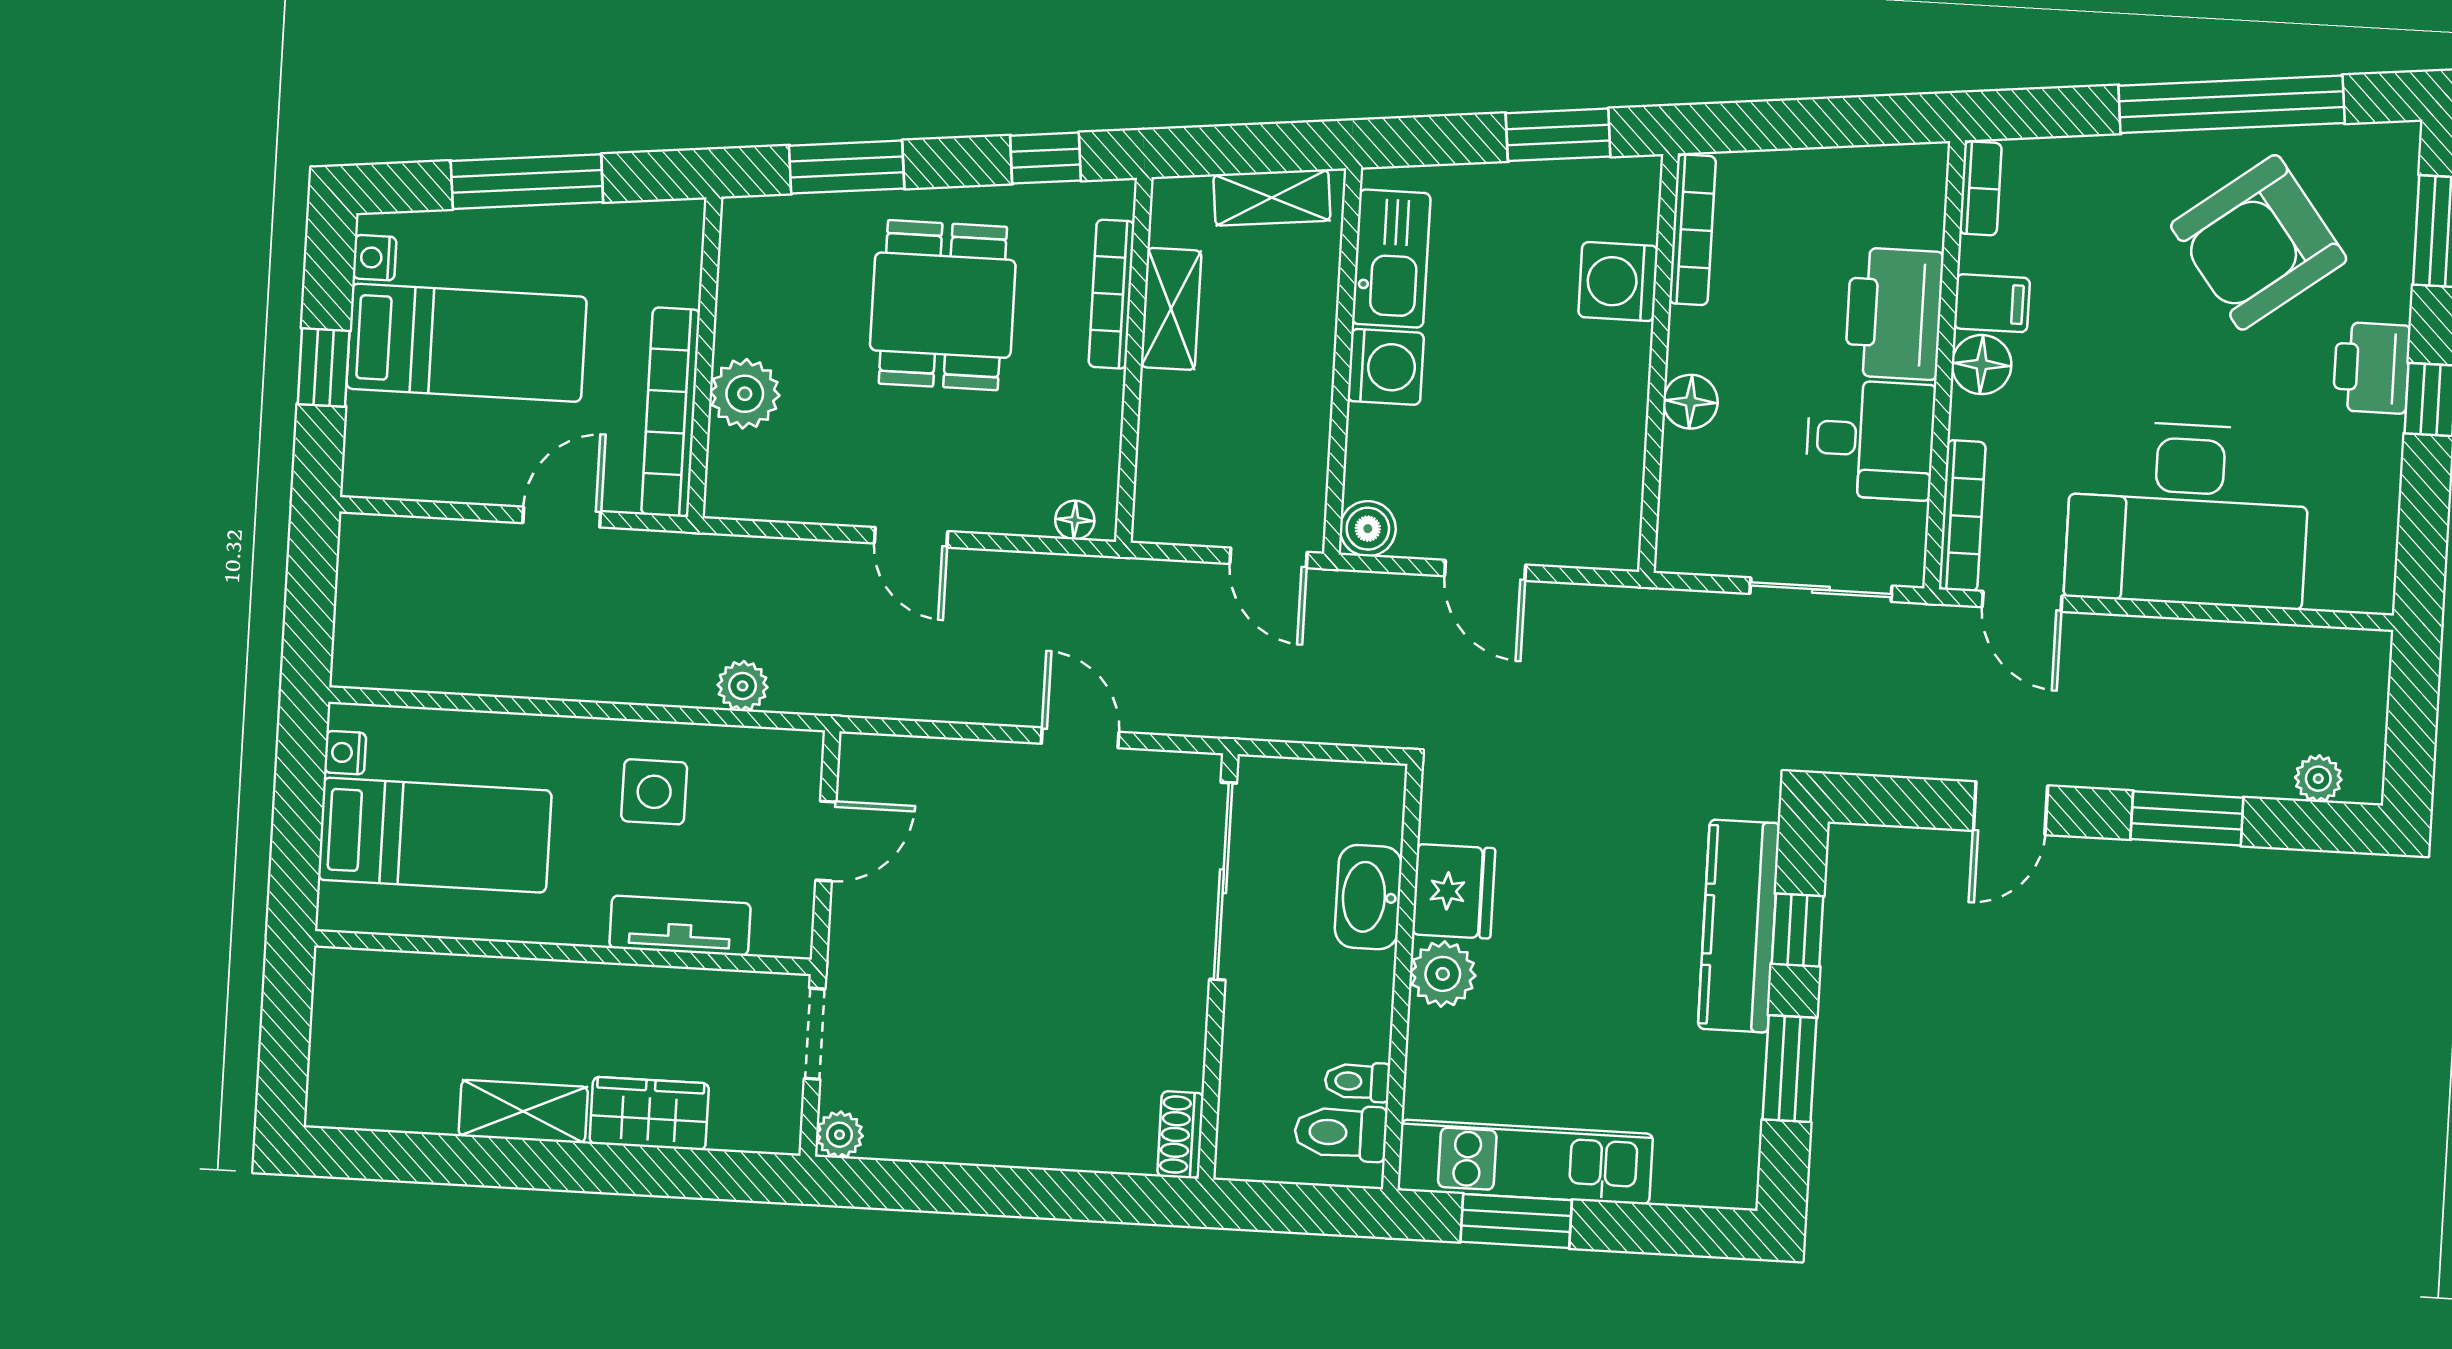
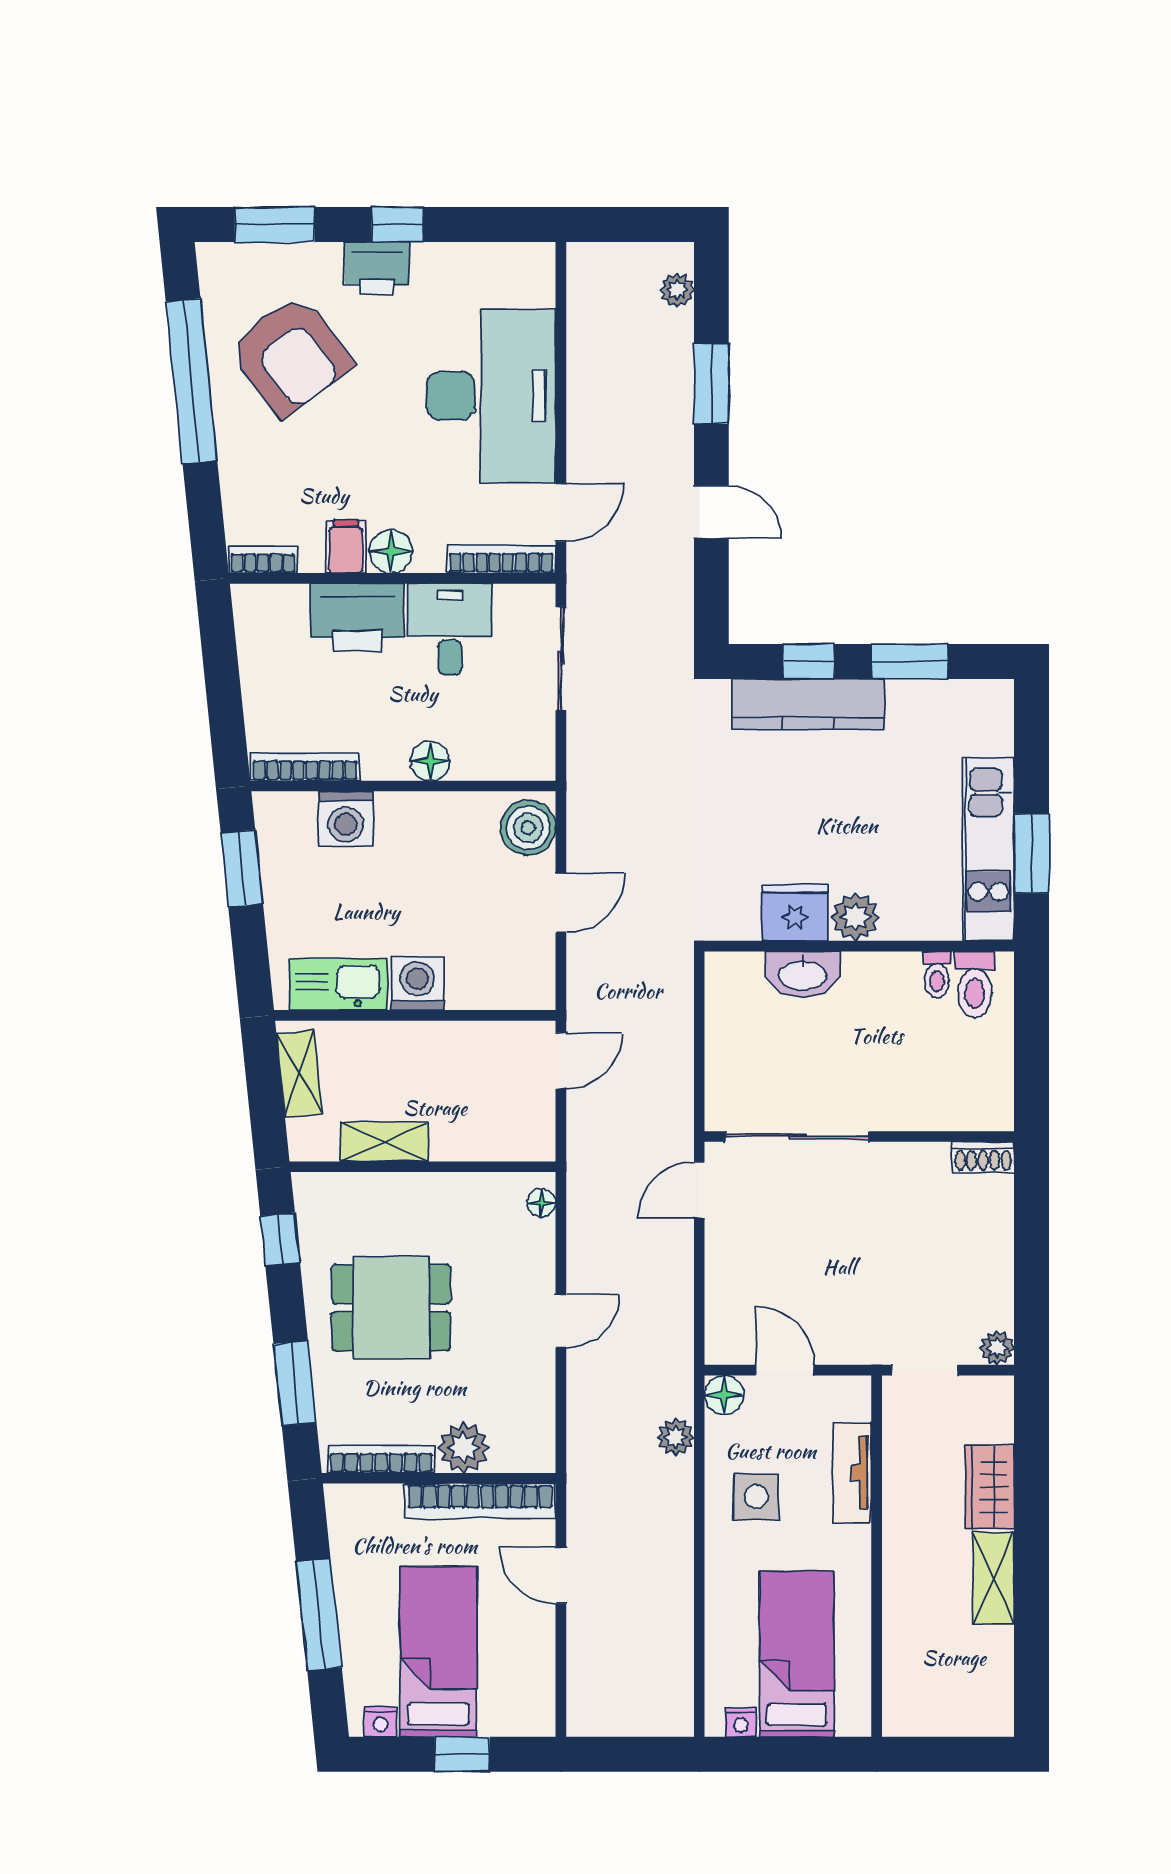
bookcase: (1112, 294) -> (381, 1459), moved, turned 180
boiler: (1368, 529) -> (528, 828), moved, width x1.36, depth x1.36
floor lamp: (797, 756) -> (724, 1395), added
sliding door: (1223, 881) -> (797, 1136), moved
wall: (1218, 966) -> (859, 1136), moved
shoe rack: (1180, 1135) -> (983, 1157), moved

